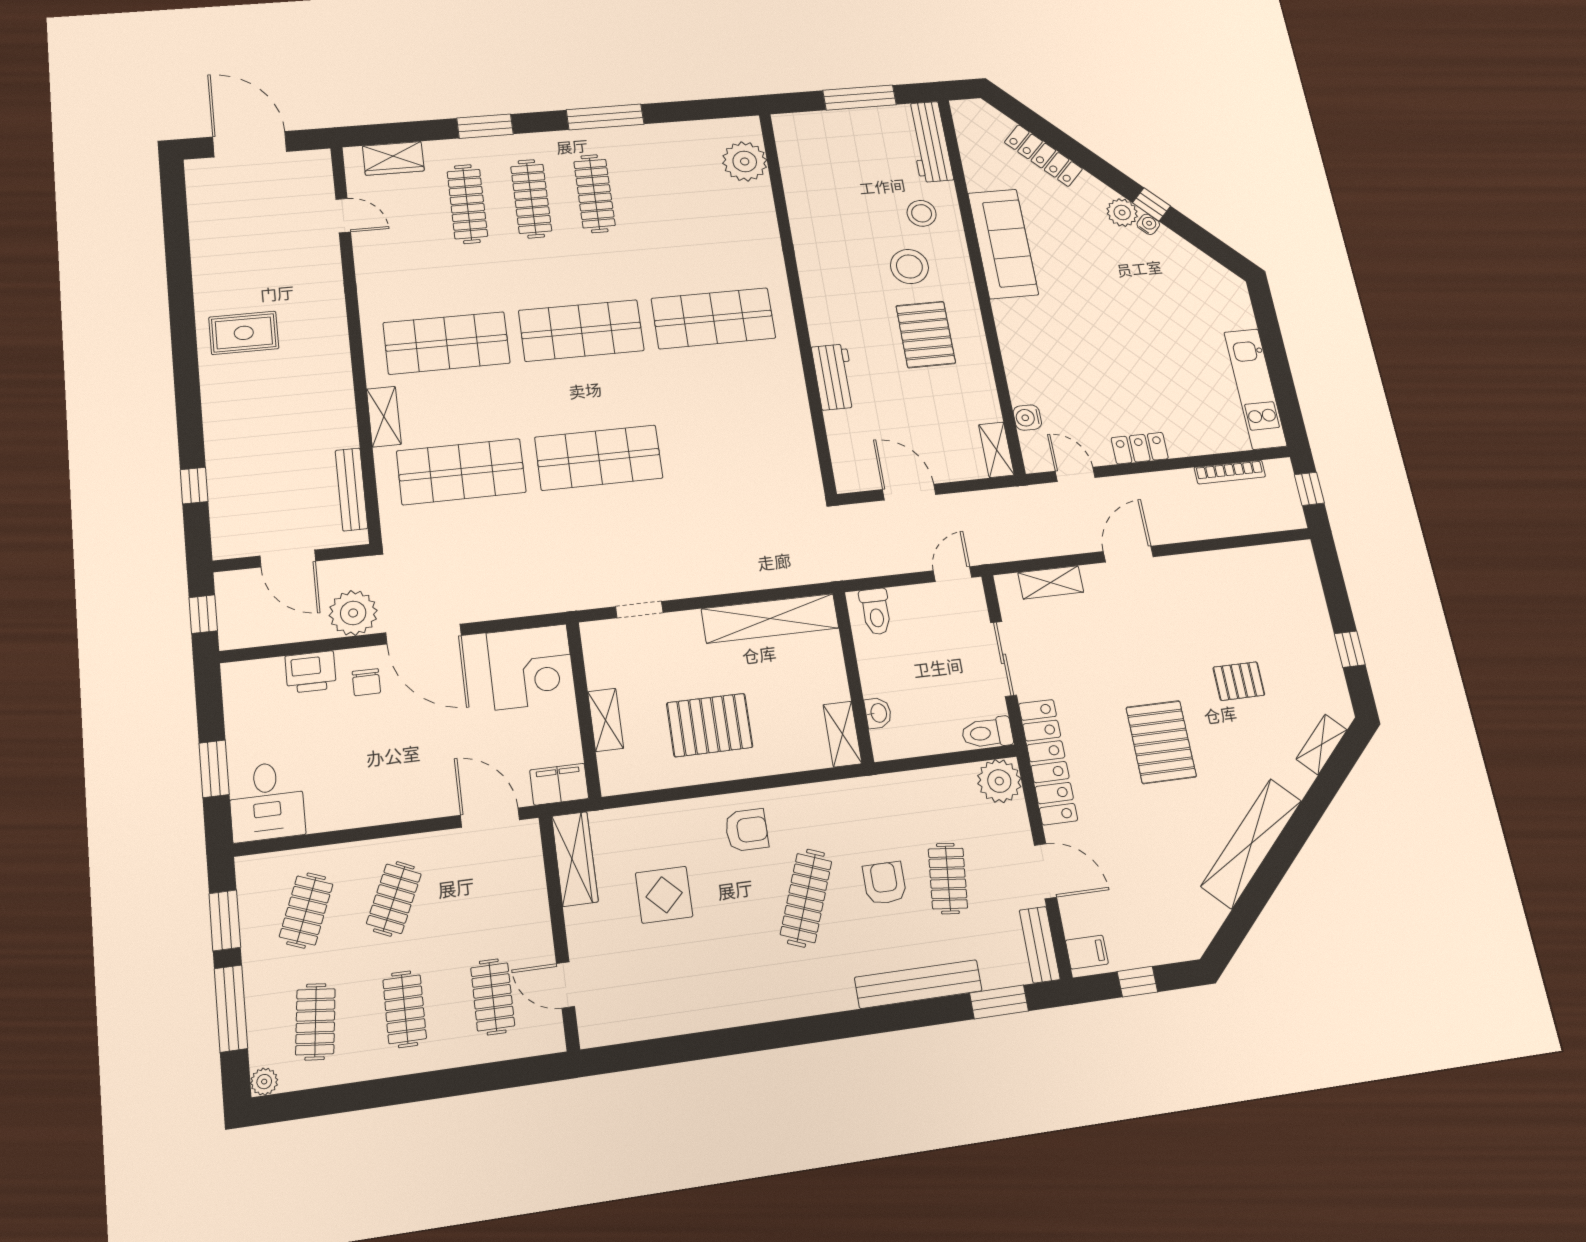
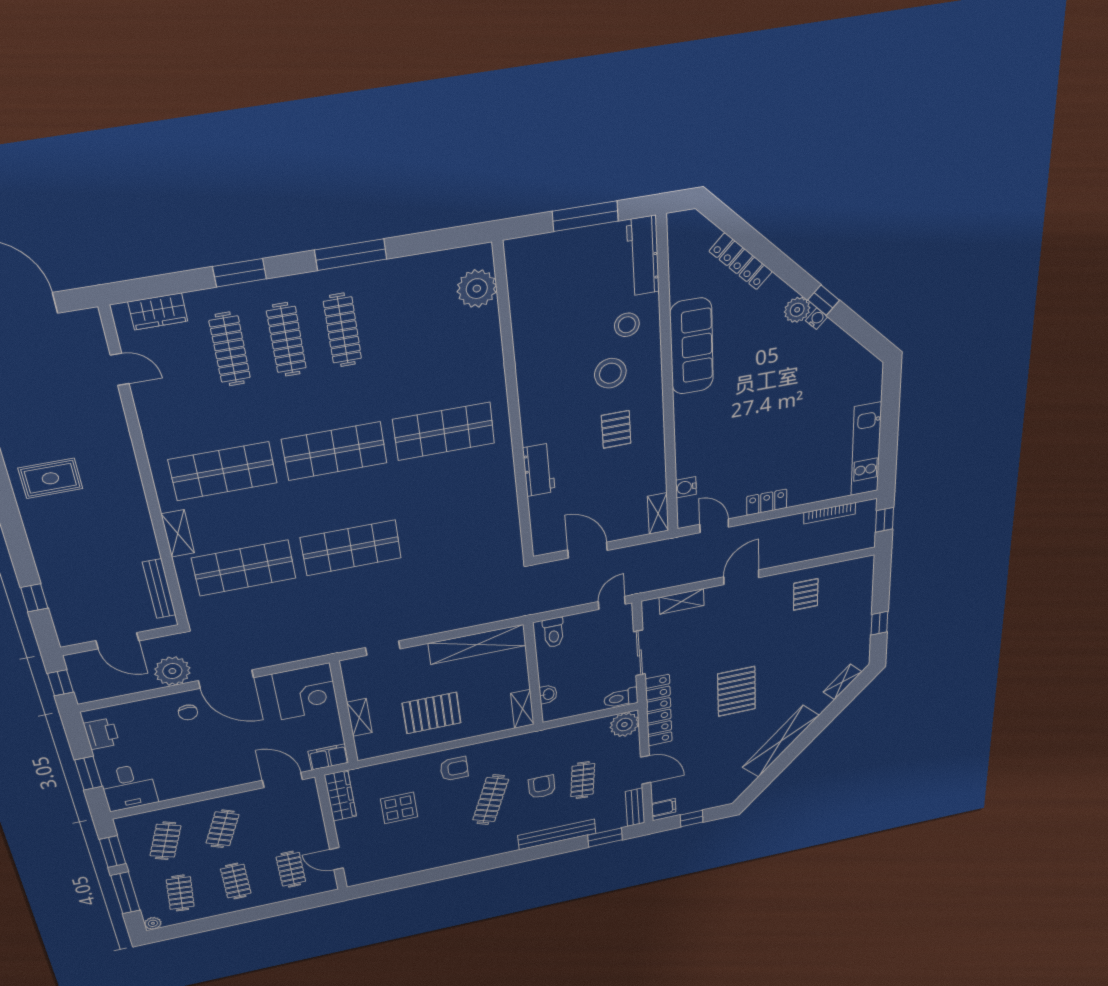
pallet: (926, 335) -> (616, 429), width x0.67, depth x0.71
printer: (311, 672) -> (101, 734), moved, turned -90
pallet: (1239, 681) -> (806, 594), moved, turned 90

